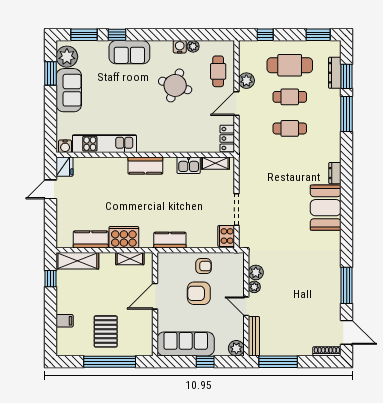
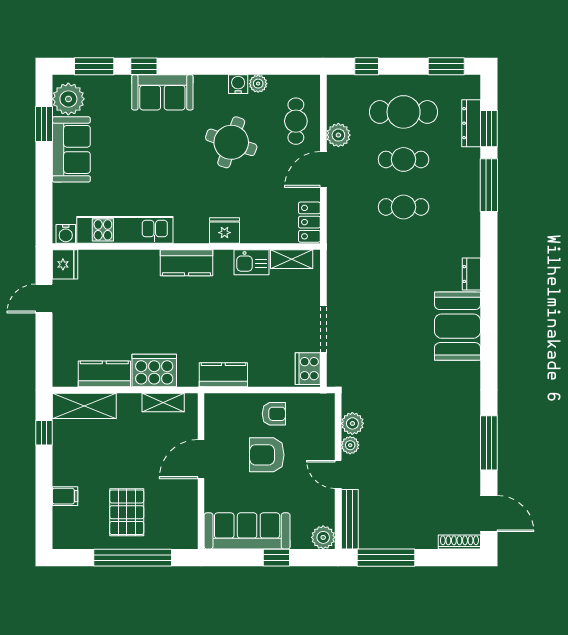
fridge: (171, 144) -> (225, 231), added

